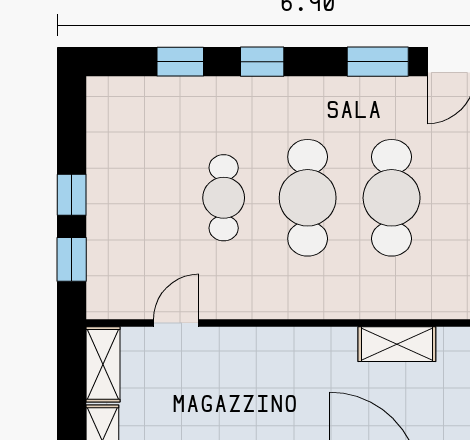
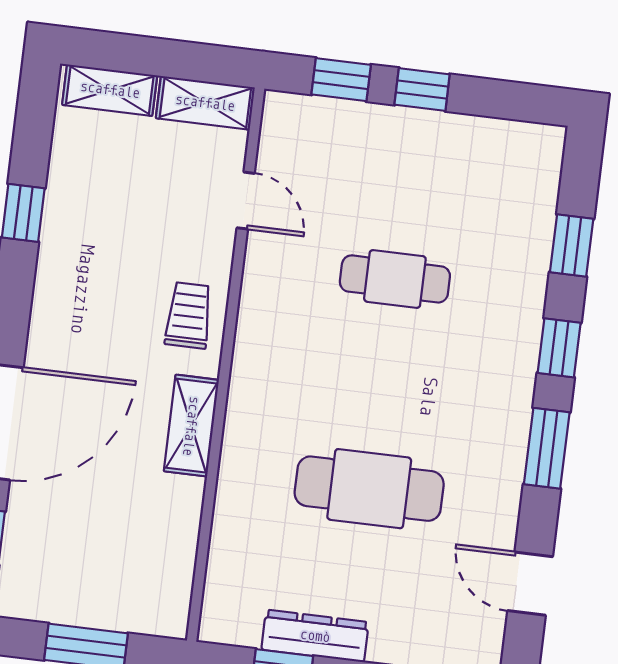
window: (378, 62) -> (547, 448), moved
cafe table: (308, 198) -> (382, 384), removed
shelving: (397, 344) -> (191, 426), moved
trolley: (272, 357) -> (189, 315), added

